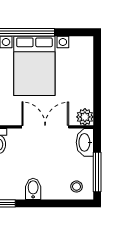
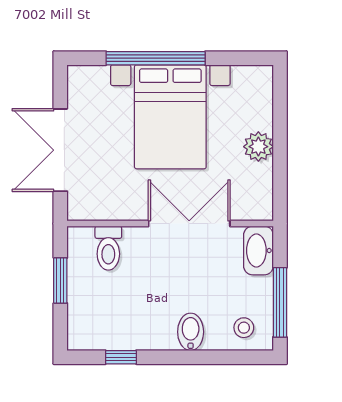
plant: (85, 117) -> (258, 147), moved
bidet: (33, 189) -> (191, 332), moved

